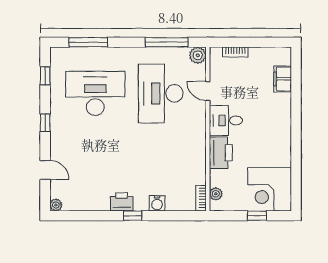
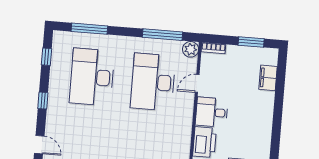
window: (262, 42) -> (251, 42), added
bookcase: (235, 52) -> (213, 48), moved
door: (208, 91) -> (197, 83), hinge flipped
desk: (95, 93) -> (92, 77), turned -90

